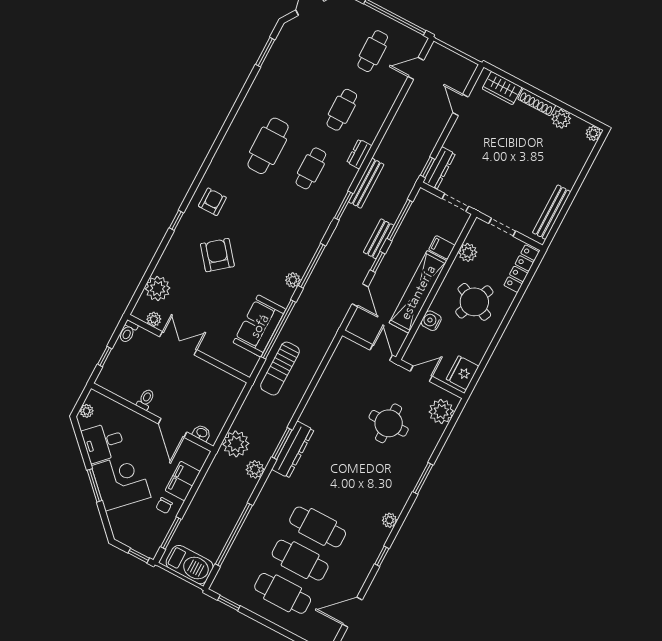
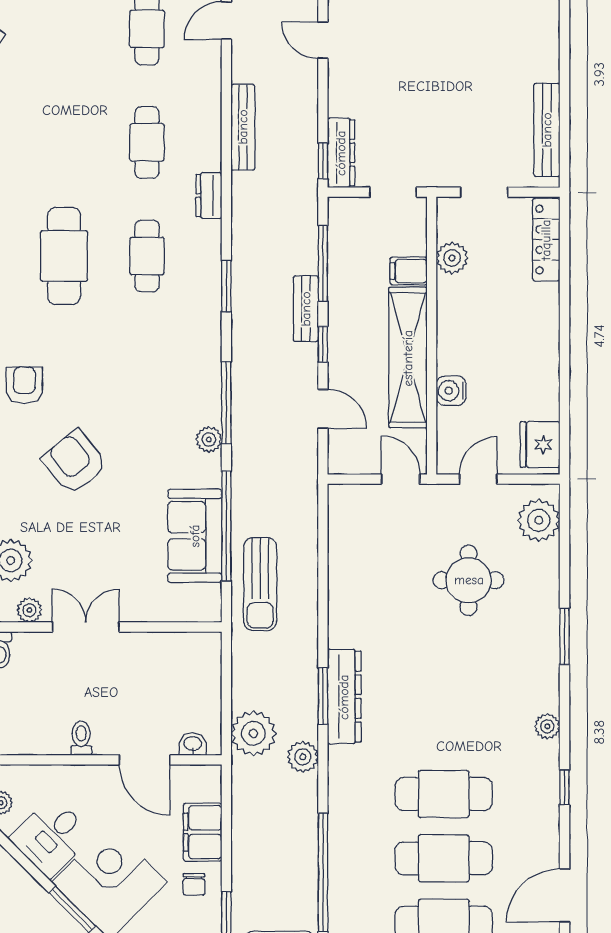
bench: (366, 183) -> (243, 127), moved
round table: (474, 302) -> (501, 328), removed

